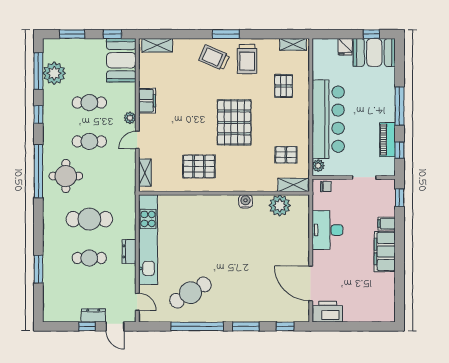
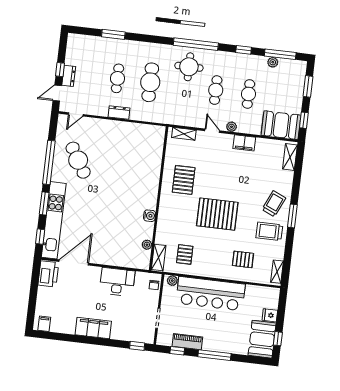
plant: (54, 73) -> (273, 62), width x0.53, depth x0.53
plant: (280, 205) -> (147, 245), width x0.53, depth x0.53
filing cabinet: (387, 224) -> (44, 324), moved
kitchen unit: (148, 240) -> (54, 220), moved, turned -90

